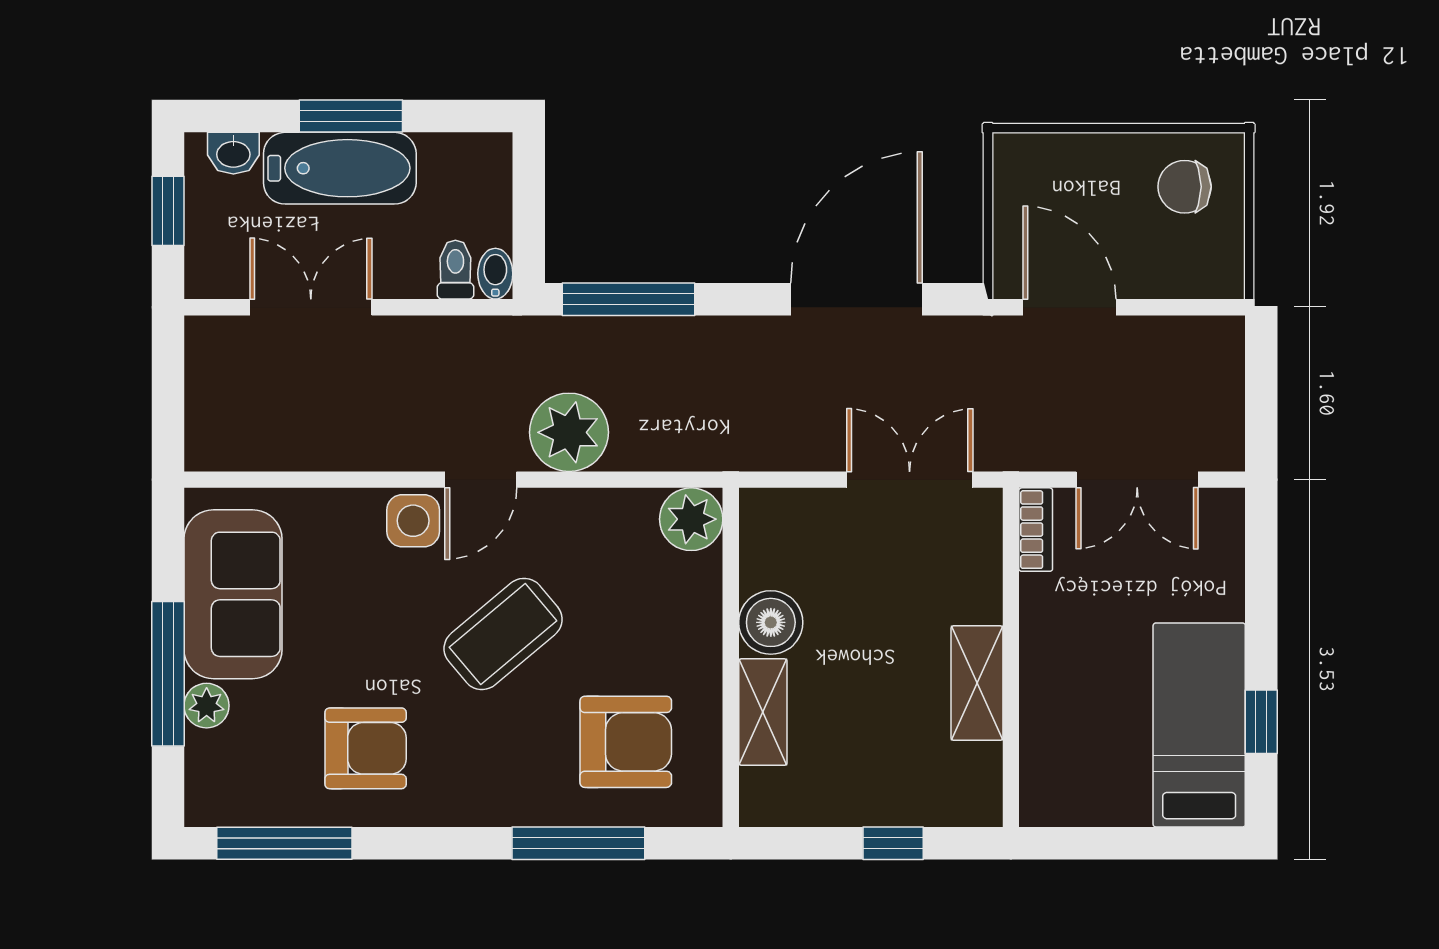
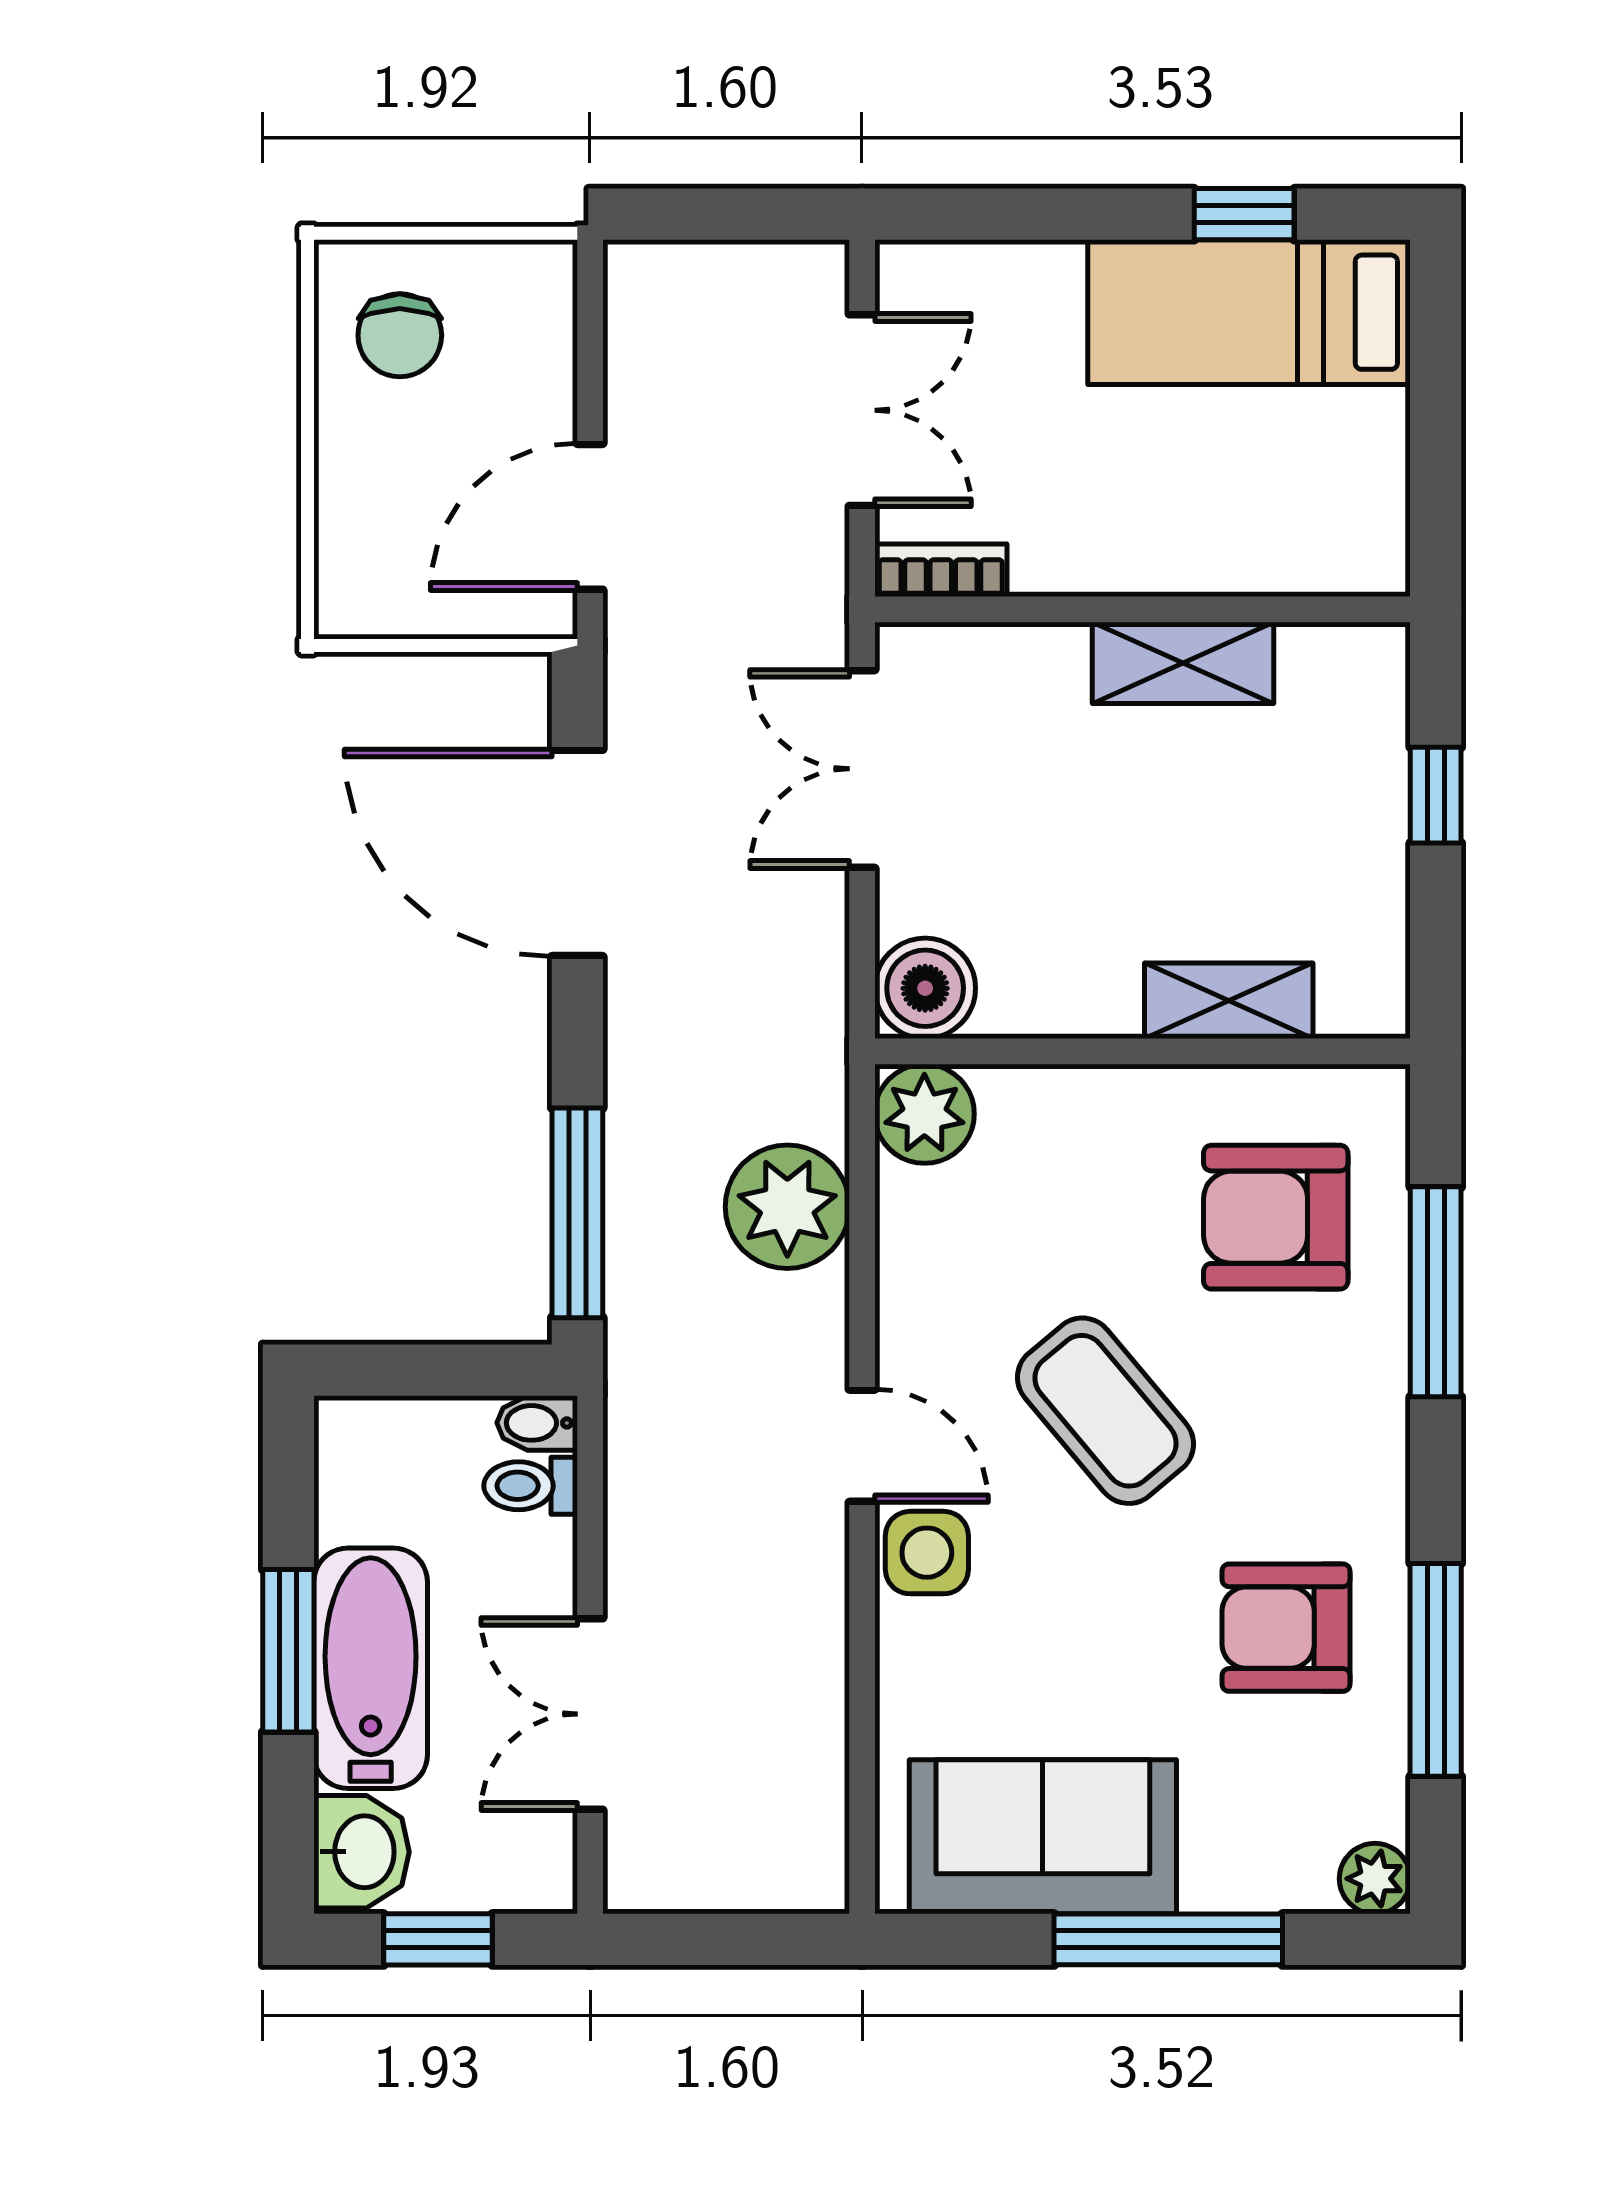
washbasin: (233, 153) -> (362, 1852), width x1.38, depth x1.45
plant: (569, 432) -> (787, 1207), moved
boiler: (771, 622) -> (925, 988), moved
plant: (207, 706) -> (1375, 1879), moved
armchair: (626, 742) -> (1276, 1217), turned -90
armchair: (366, 748) -> (1286, 1628), turned -90
window: (284, 843) -> (1436, 1670), moved

